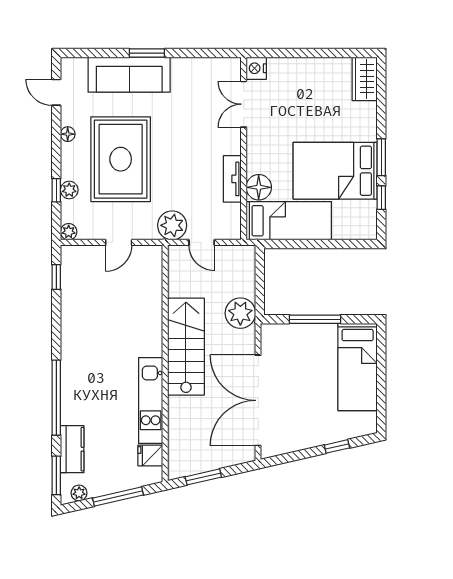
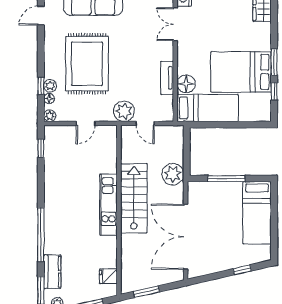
door: (56, 92) -> (41, 16), hinge flipped
floor lamp: (68, 134) -> (49, 99), moved
kitchen unit: (151, 400) -> (109, 205), moved

